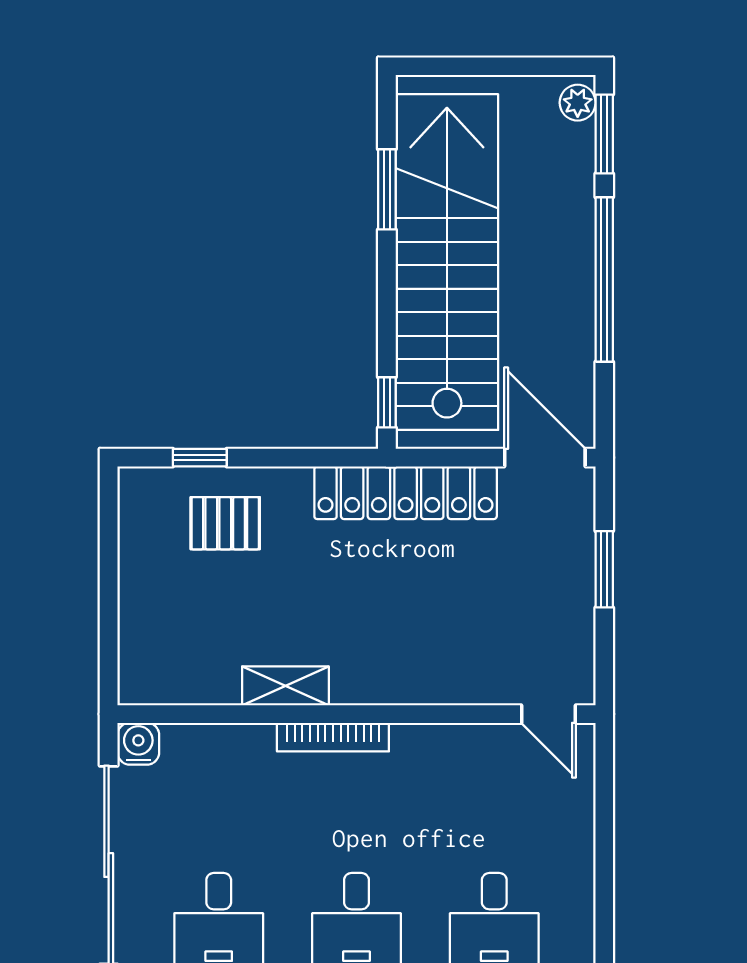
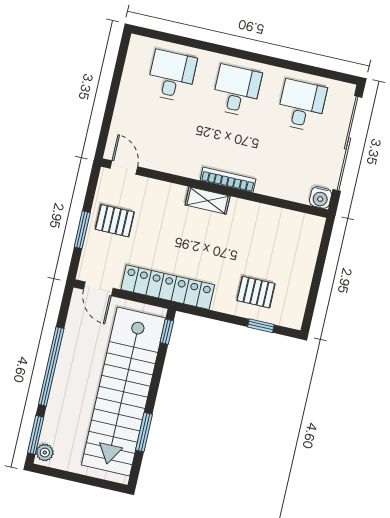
door: (545, 458) -> (98, 289), width x0.73
pallet: (543, 603) -> (115, 221), added
shelving: (285, 686) -> (208, 200), moved

